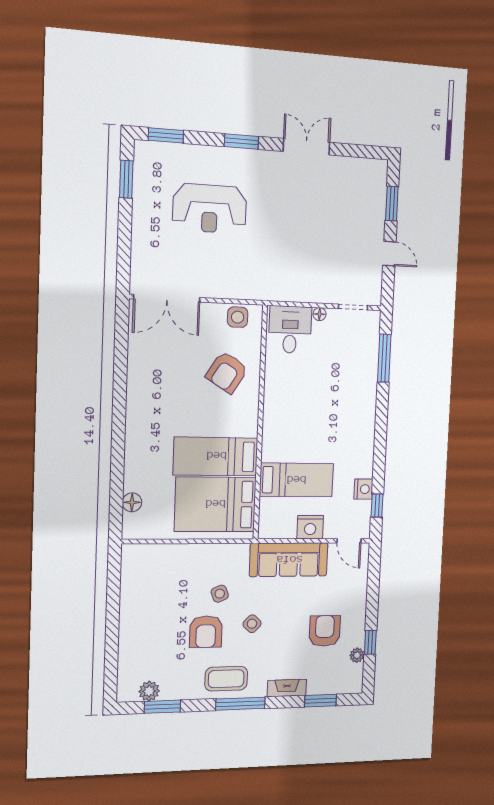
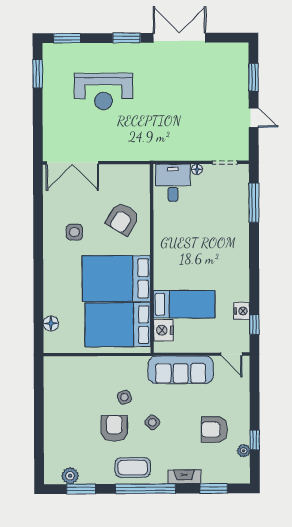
double door: (306, 147) -> (179, 38), width x1.37
side table: (238, 317) -> (74, 232), moved
bed: (216, 456) -> (116, 279), width x1.50
nightstand: (310, 527) -> (163, 330), moved, turned 90
armchair: (325, 631) -> (214, 430), turned -90
armchair: (206, 632) -> (114, 428), turned 180
window: (240, 704) -> (146, 489), width x1.46

